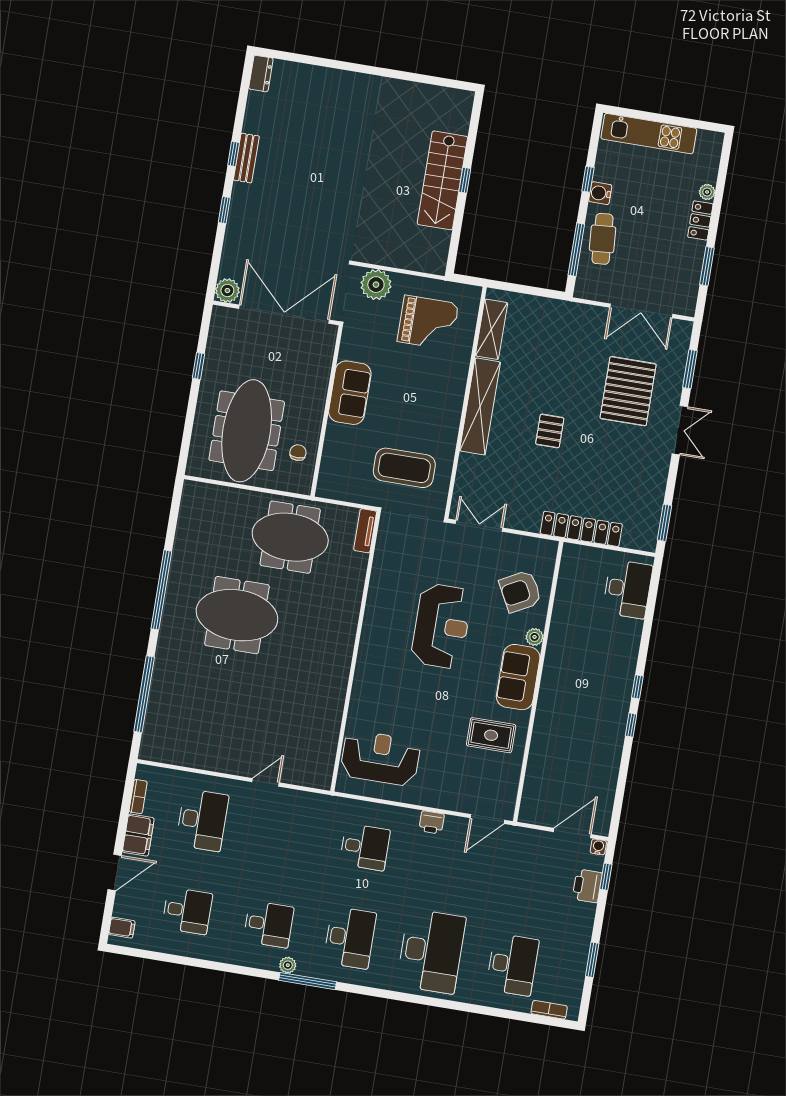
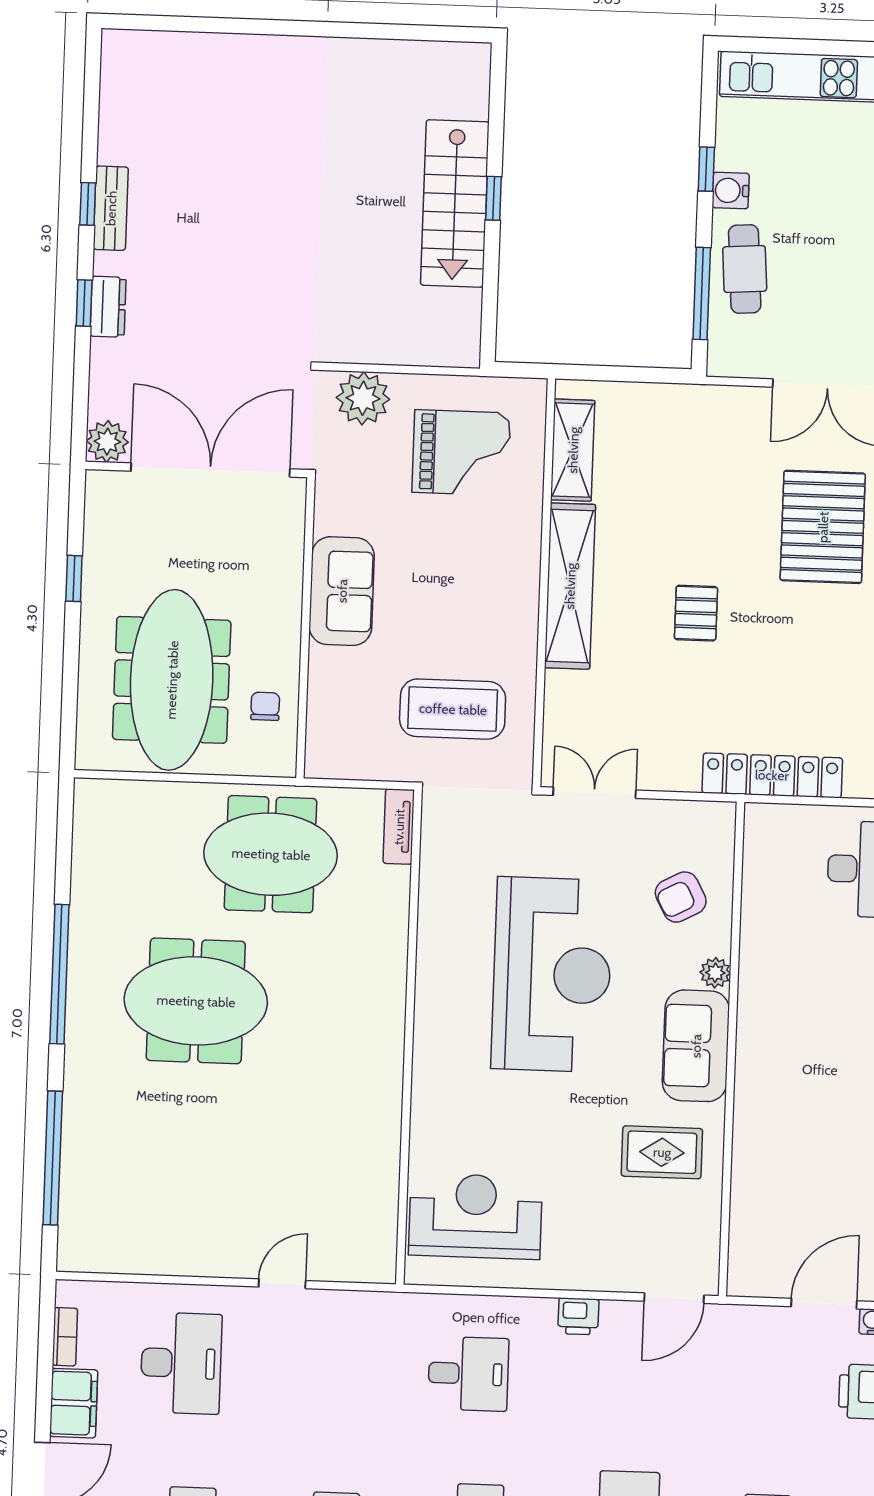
dresser: (261, 74) -> (108, 307), moved
armchair: (520, 591) -> (681, 897), width x0.72, depth x0.72
reception desk: (441, 626) -> (552, 975), width x1.36, depth x1.30

